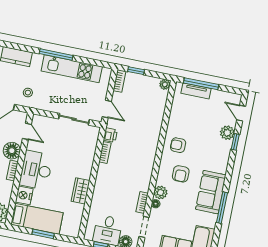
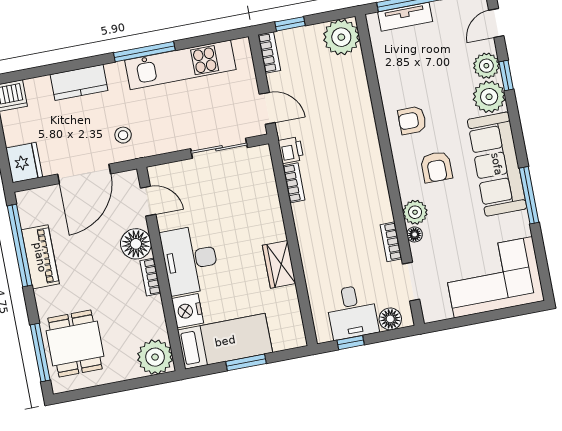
plant: (165, 84) -> (341, 37), width x1.87, depth x1.87
door: (241, 113) -> (496, 23), hinge flipped
plant: (222, 149) -> (489, 97), added
sofa: (211, 192) -> (497, 164), width x1.36

